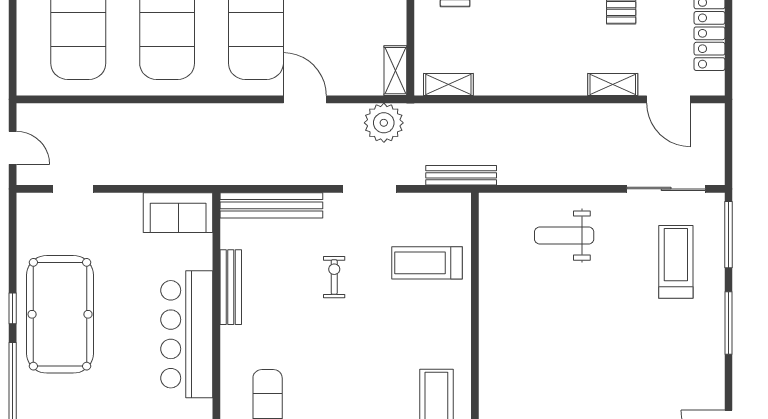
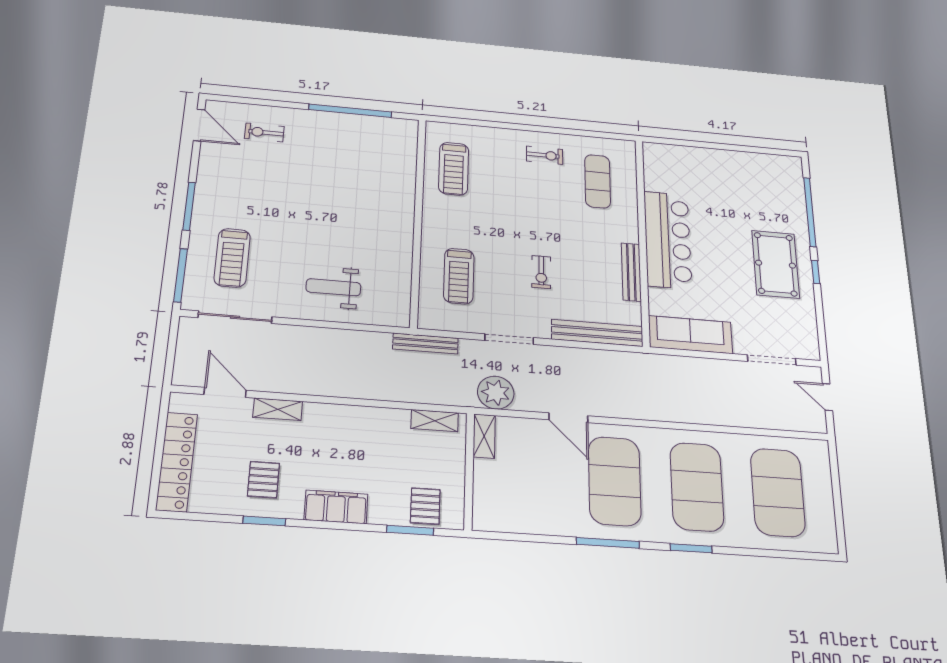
doorway: (73, 189) -> (772, 360), width x1.38
sofa: (178, 213) -> (690, 335), width x1.36
weight bench: (564, 236) -> (333, 287), turned 180
treadmill: (427, 263) -> (459, 276), turned 90
pool table: (60, 314) -> (776, 264), width x0.73, depth x0.76

